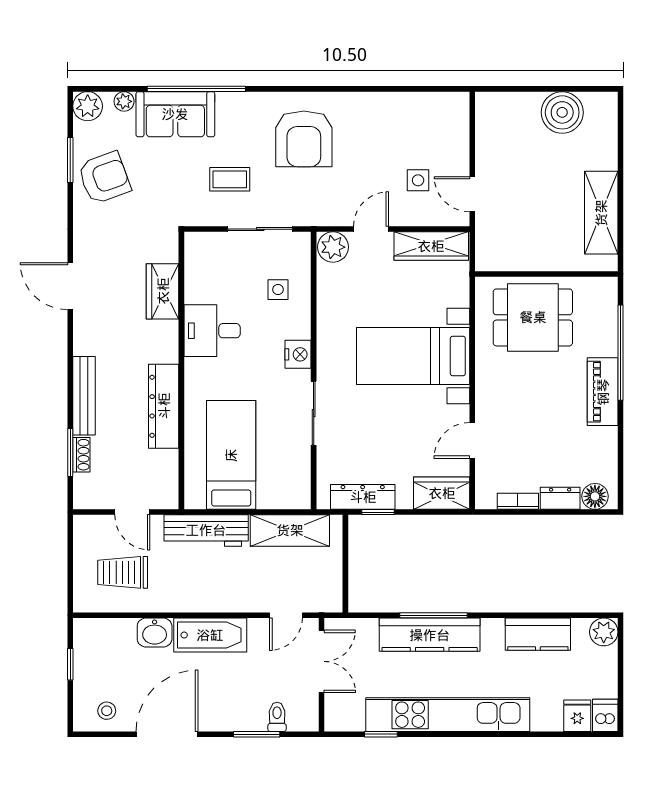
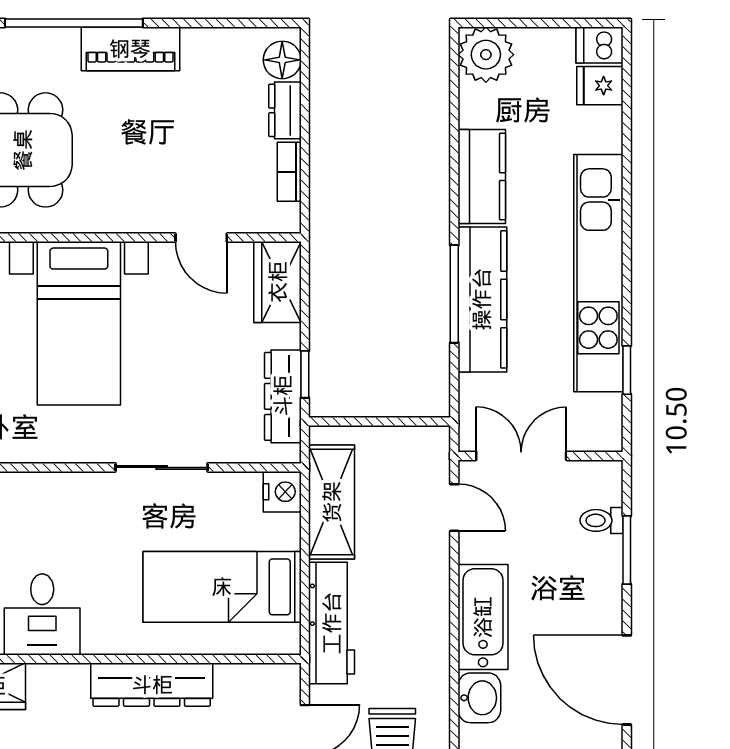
nightstand: (298, 354) -> (282, 492), moved, turned 90
plant: (604, 632) -> (486, 55), width x1.36, depth x1.36
kitchen counter: (538, 634) -> (482, 177), moved

